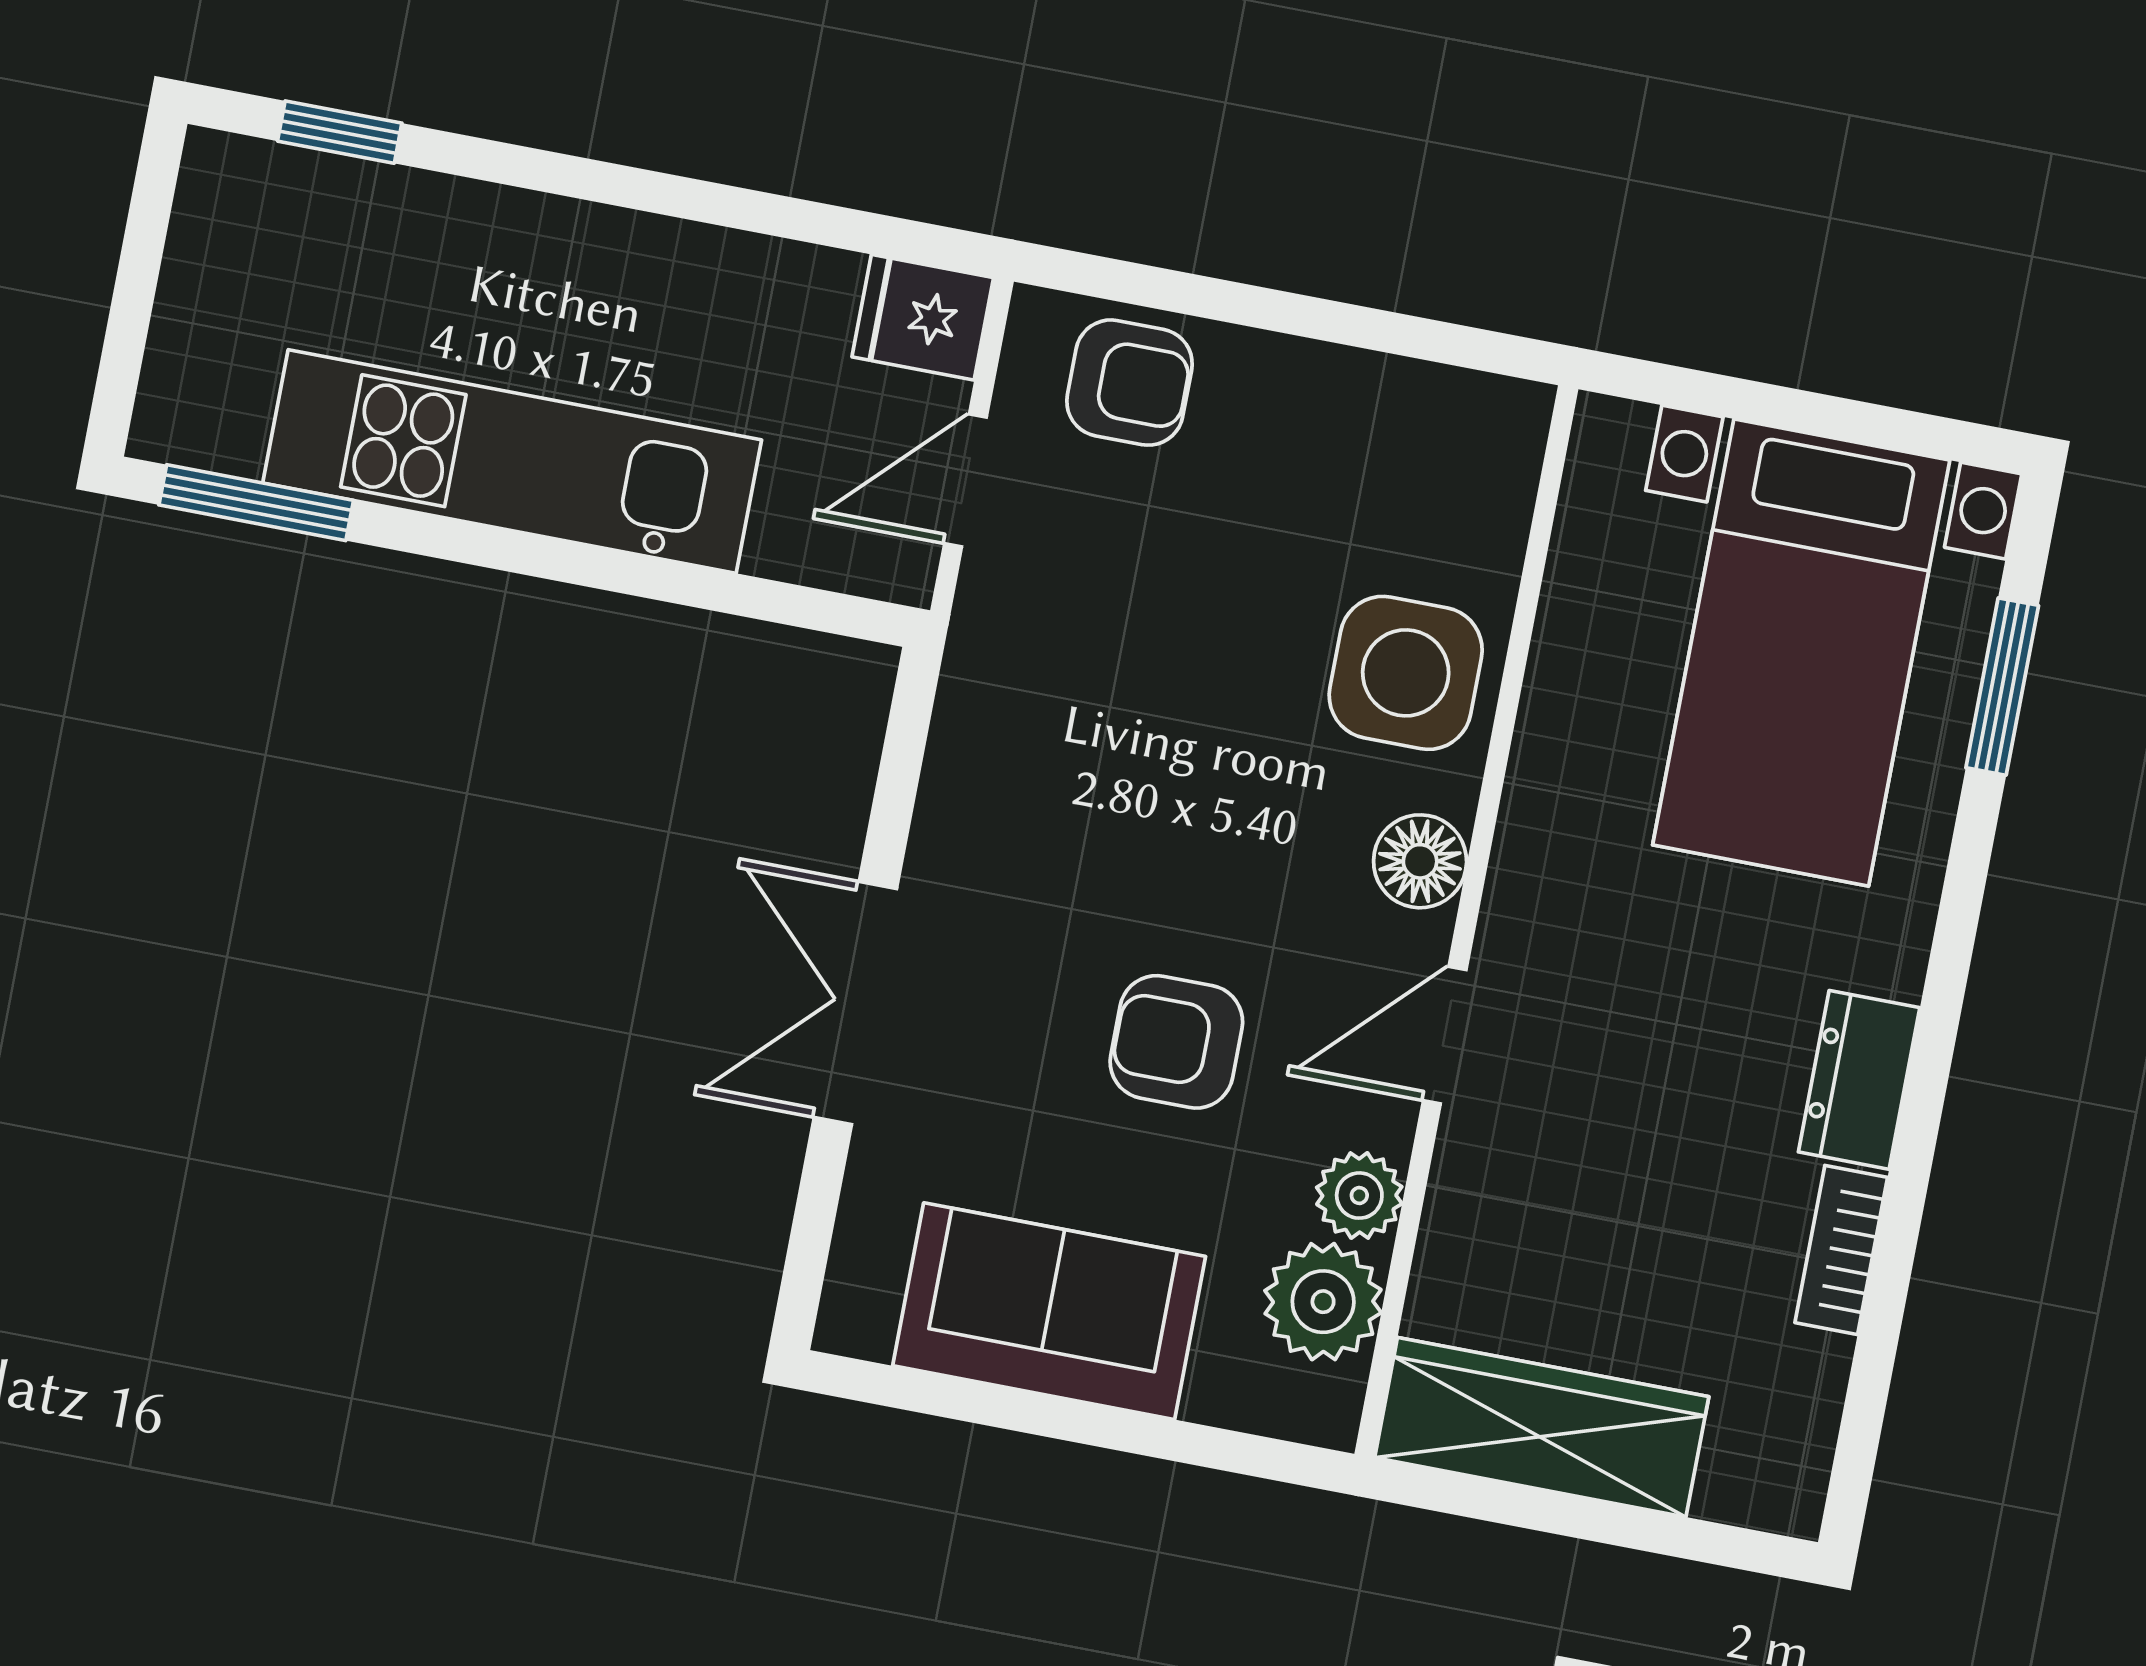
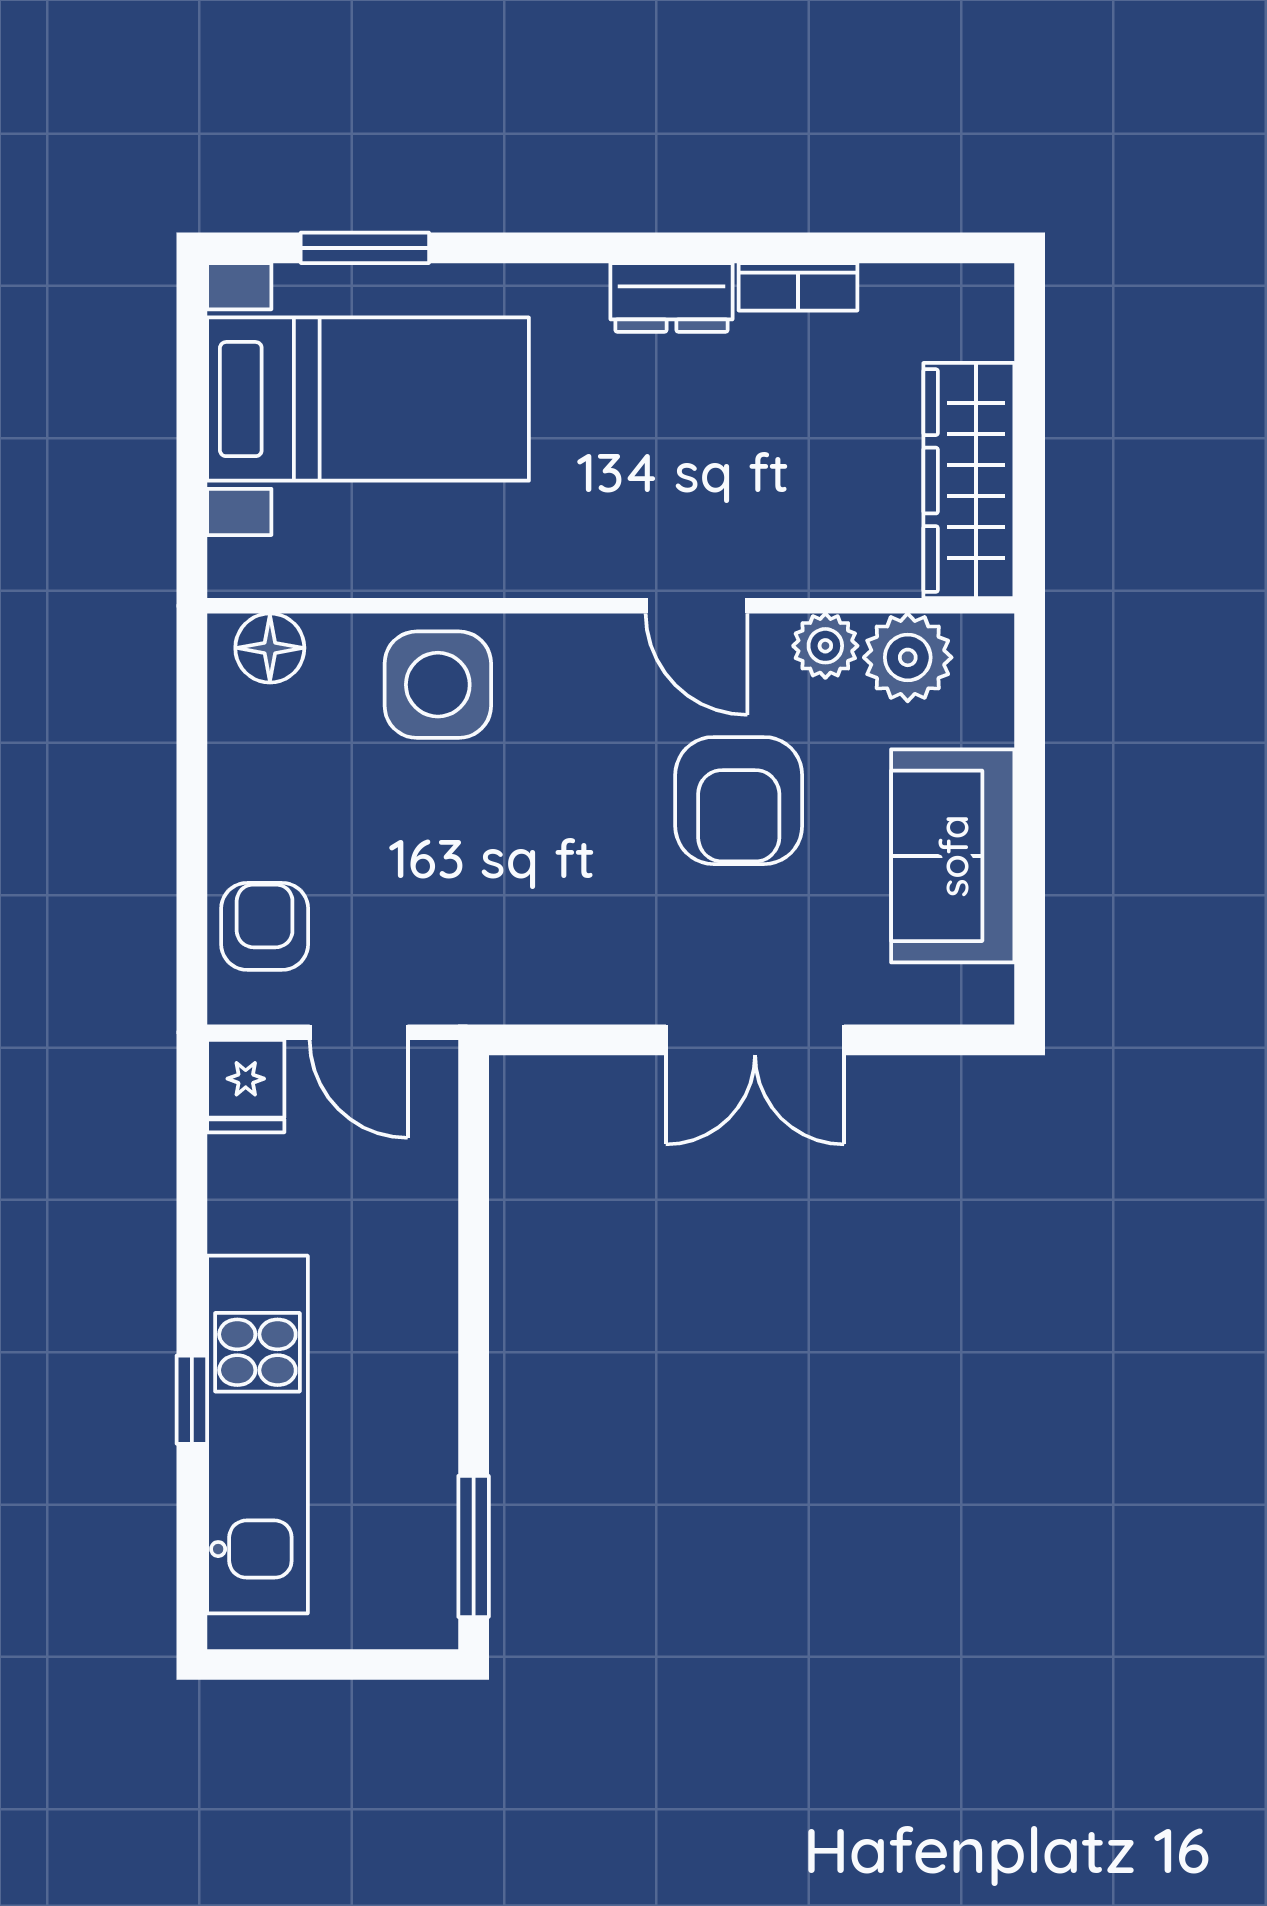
window: (340, 132) -> (192, 1400), moved
kitchen unit: (512, 461) -> (257, 1435), moved, turned 180
floor lamp: (1420, 861) -> (270, 648), moved
armchair: (1176, 1042) -> (739, 801), width x1.38, depth x1.38

